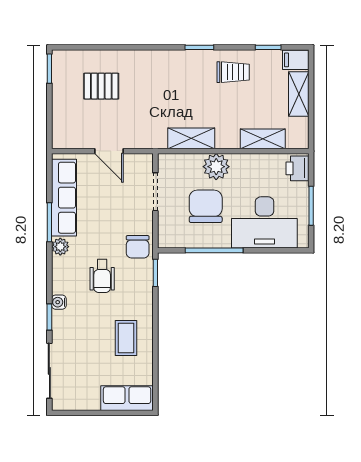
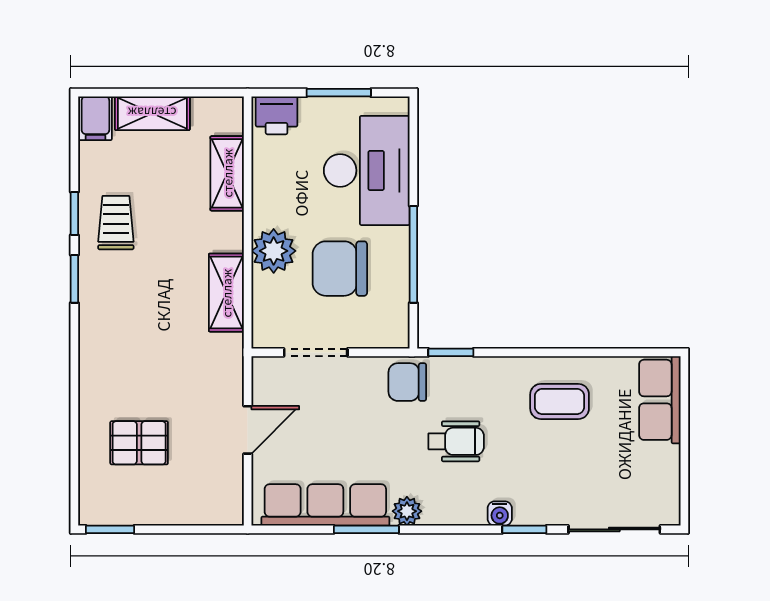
window: (268, 47) -> (74, 213), moved
pallet: (101, 86) -> (139, 443), turned 90
chair: (138, 247) -> (407, 382), turned 180

